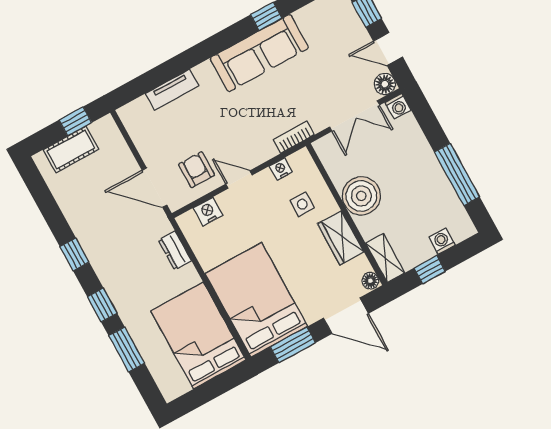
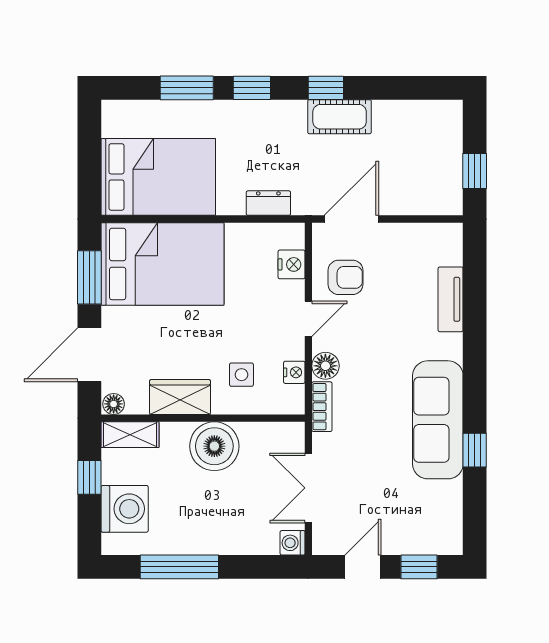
floor lamp: (385, 84) -> (325, 366), moved
cot: (71, 149) -> (340, 117), moved, turned 90
washing machine: (442, 241) -> (125, 509), width x1.89, depth x1.89

